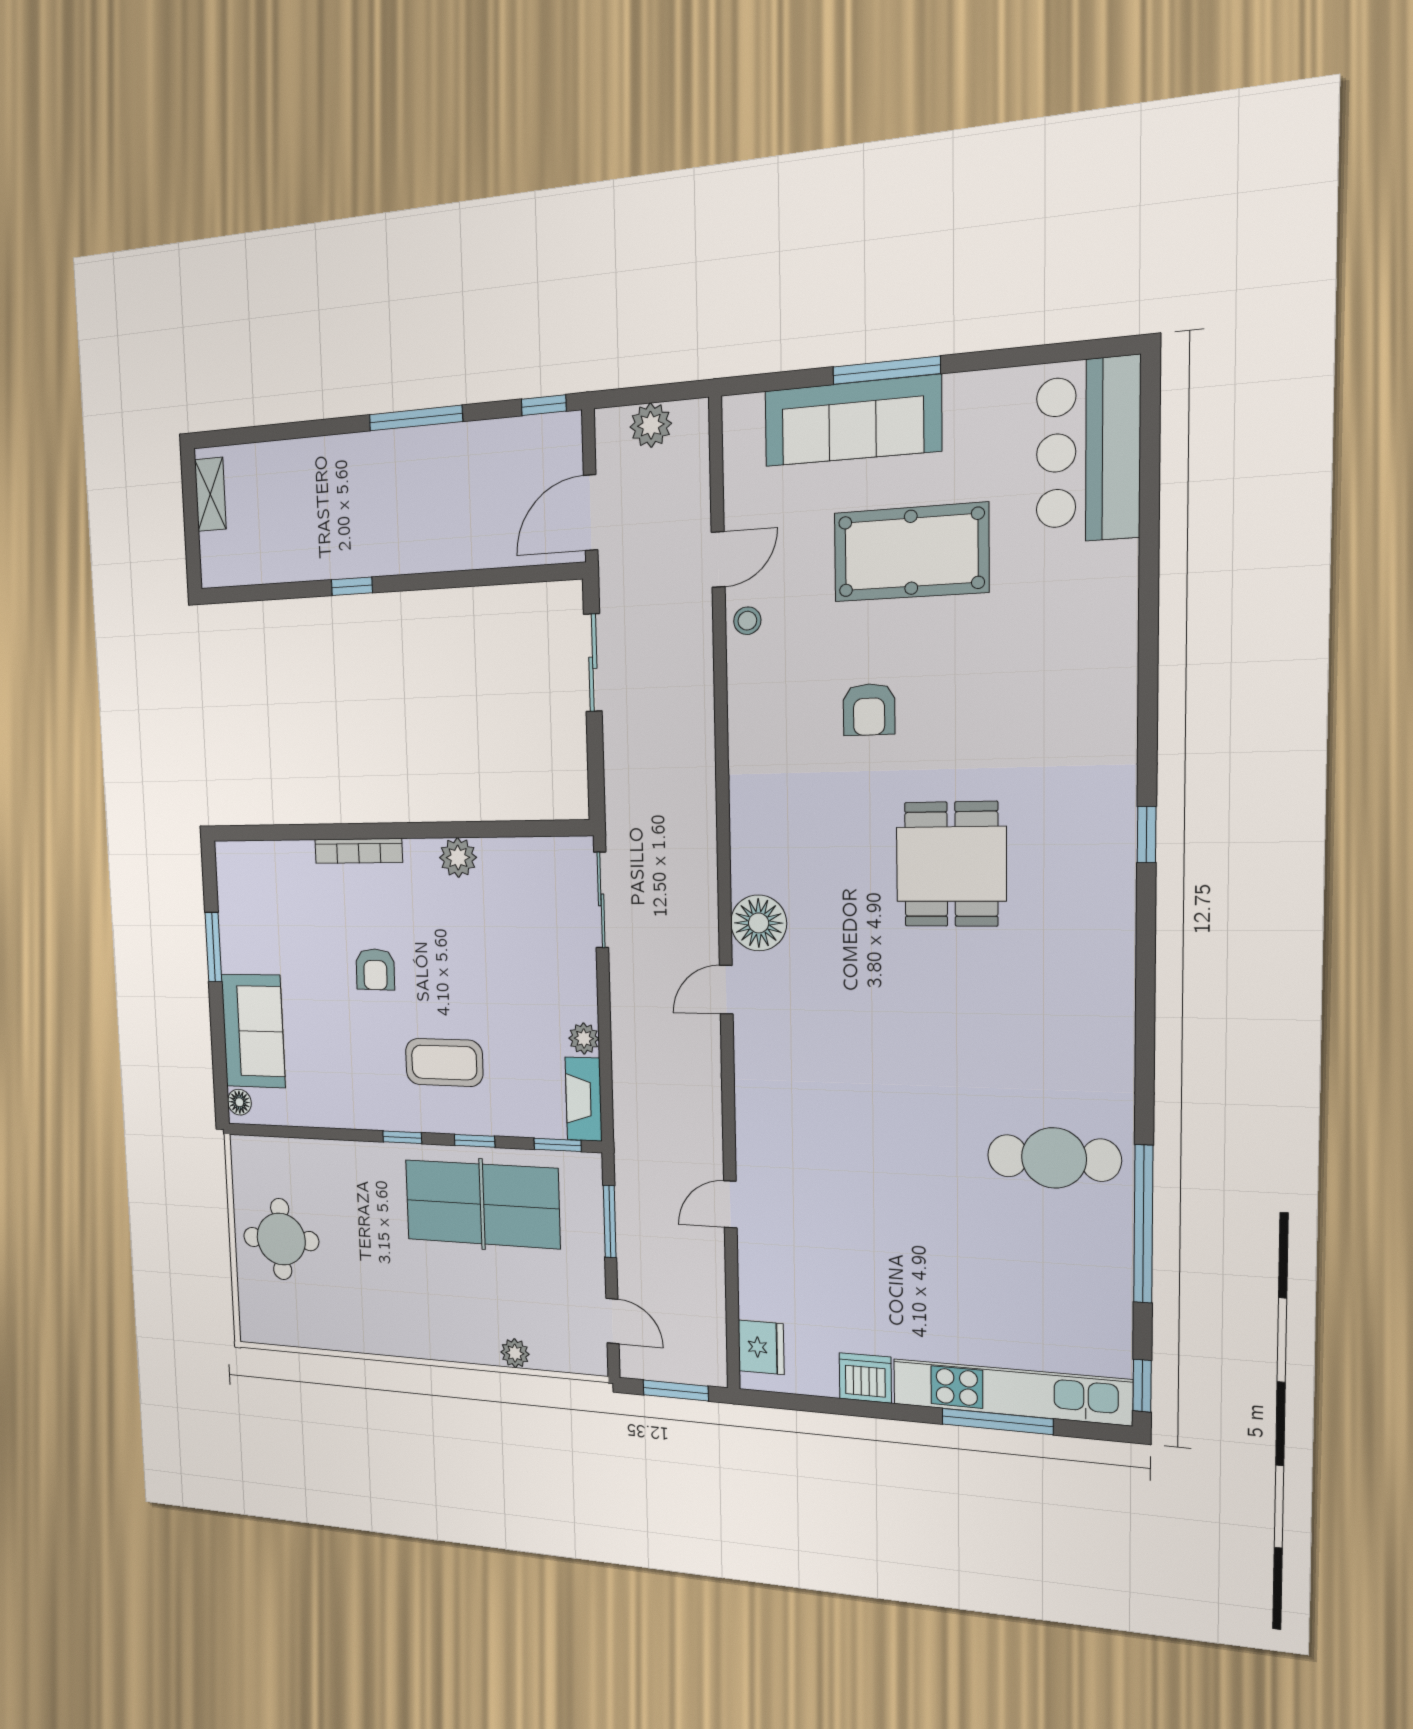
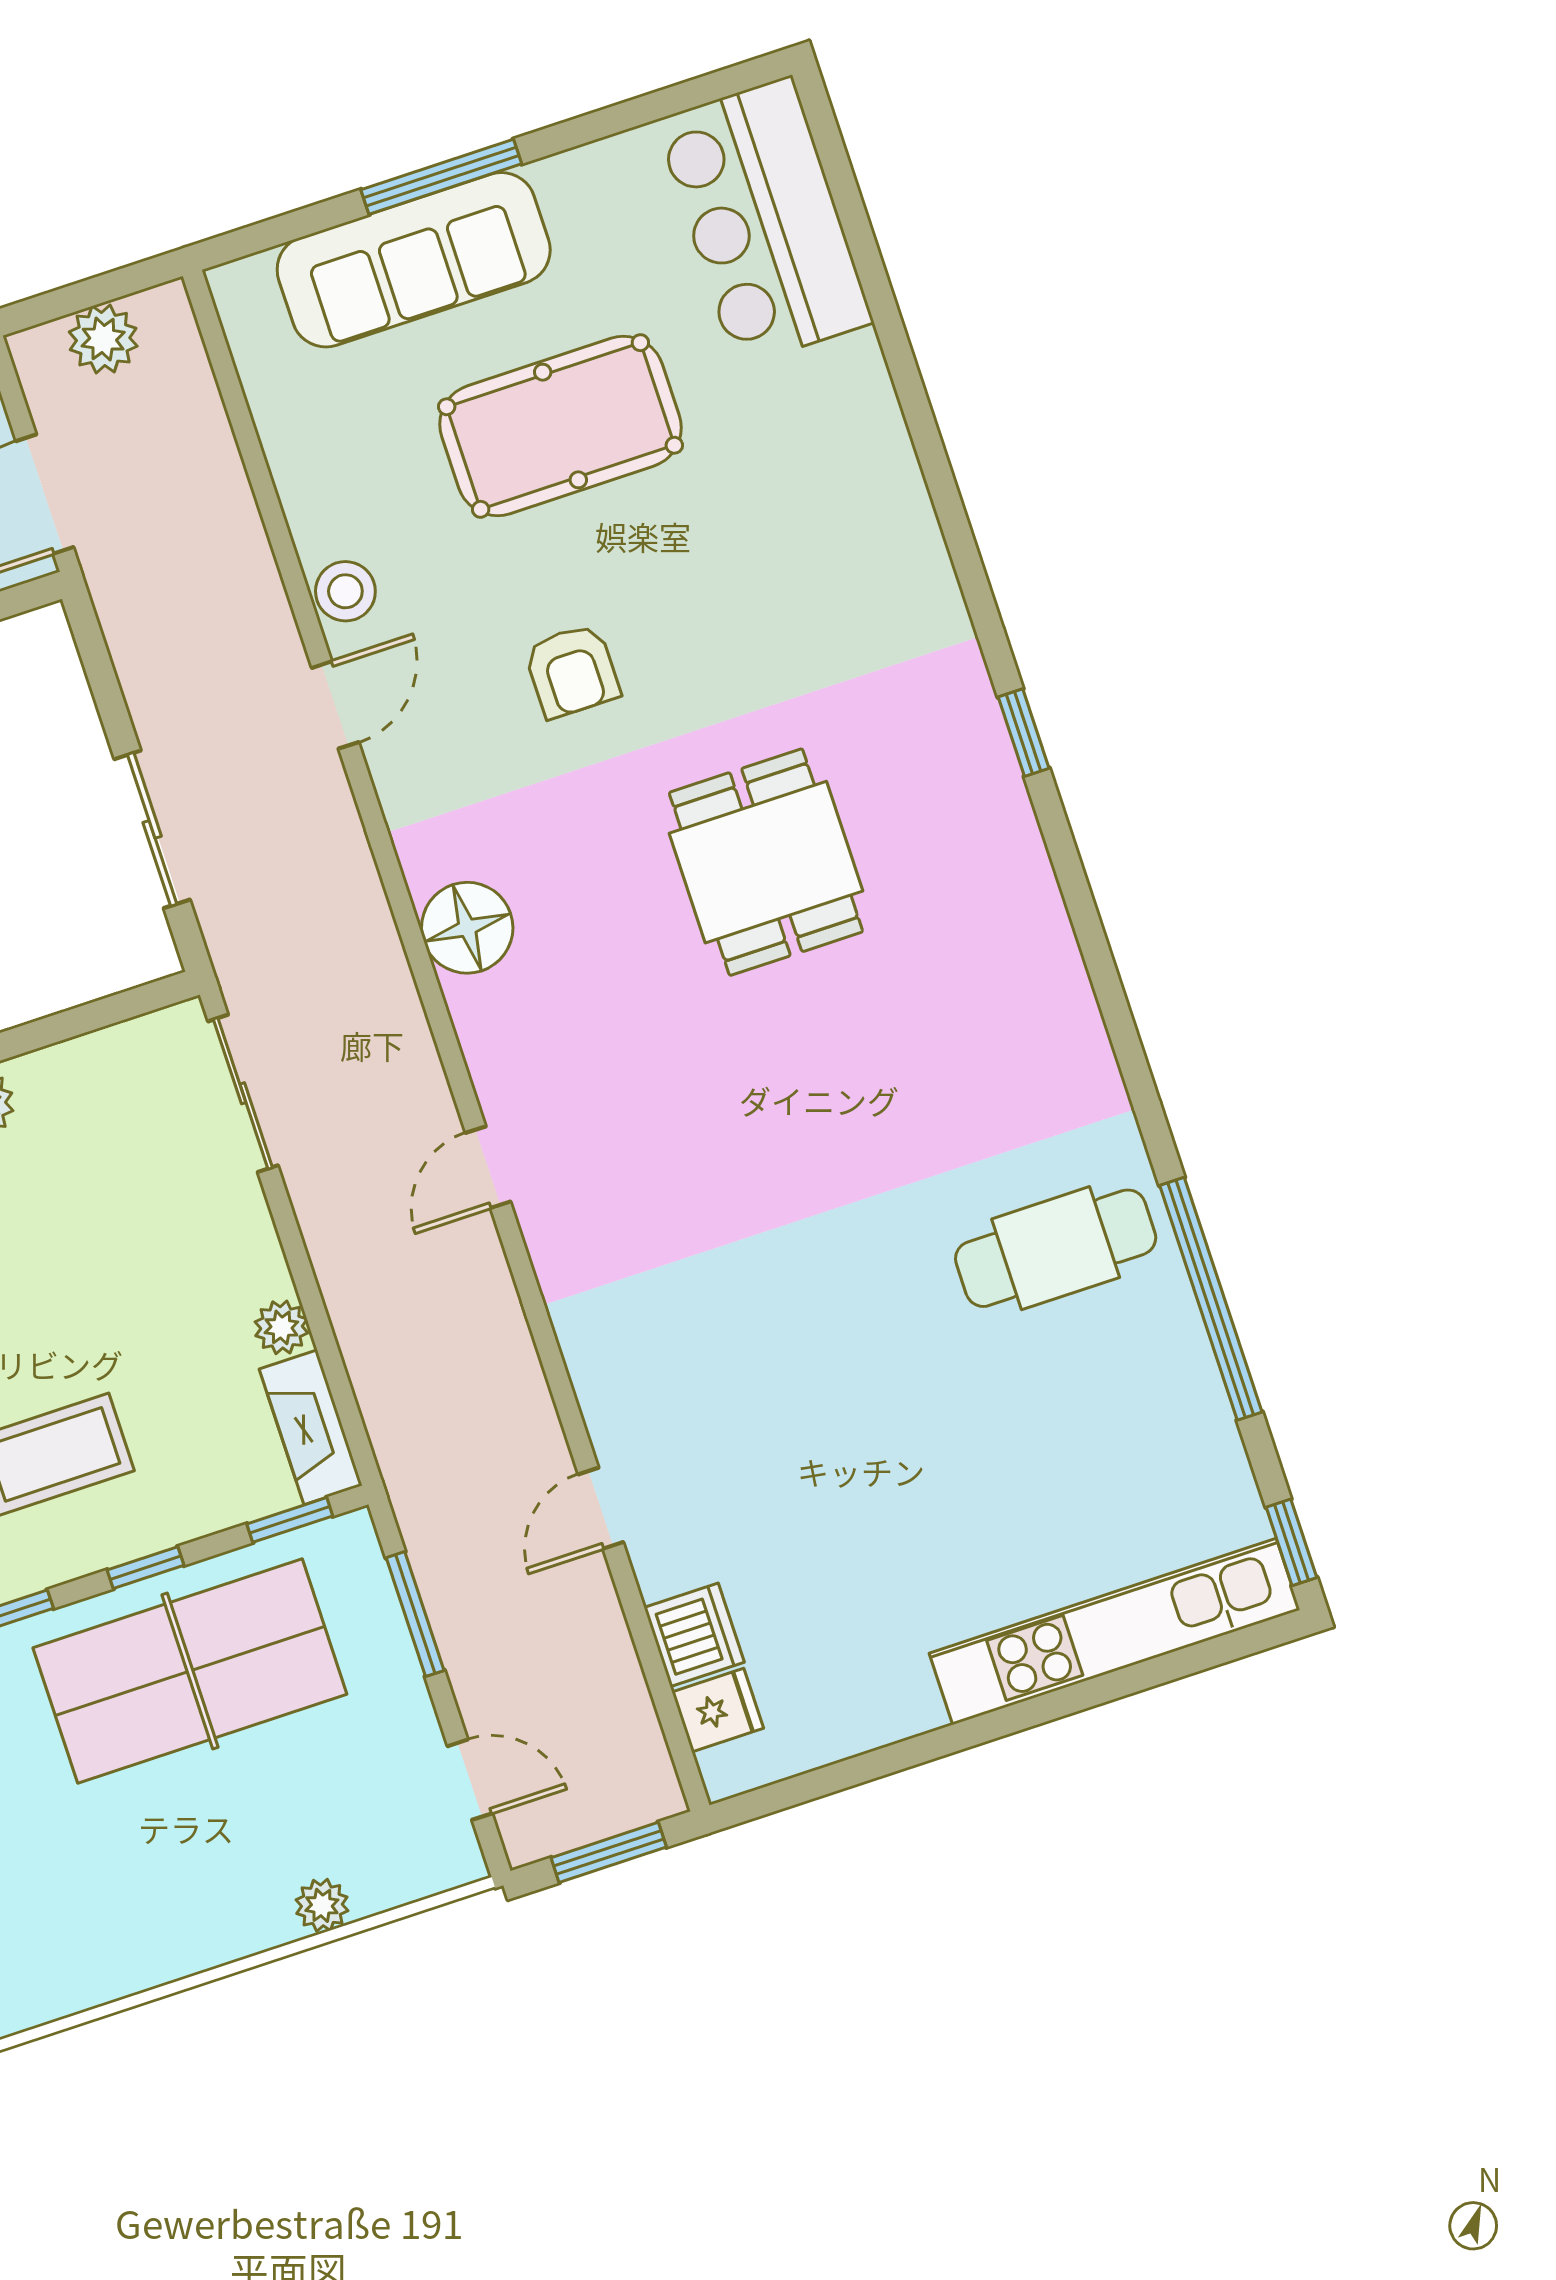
door: (718, 559) -> (335, 705), moved
stool: (747, 621) -> (345, 591), width x1.37, depth x1.37
sliding door: (593, 663) -> (152, 829), moved
floor lamp: (759, 923) -> (467, 928), moved
fridge: (761, 1347) -> (718, 1710), width x0.72
dishwasher: (865, 1378) -> (694, 1635), moved, turned 90
window: (997, 1421) -> (1110, 1686), removed

